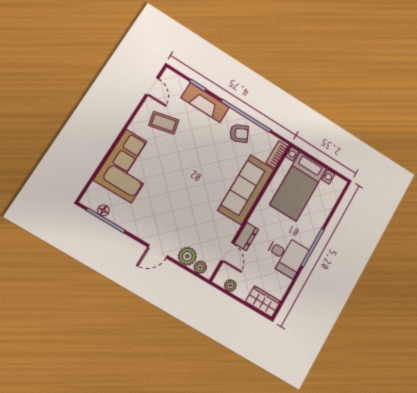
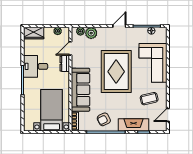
door: (152, 86) -> (168, 115), hinge flipped
rug: (185, 185) -> (116, 72), added
door: (158, 251) -> (119, 26), moved
door: (227, 252) -> (70, 48), hinge flipped

